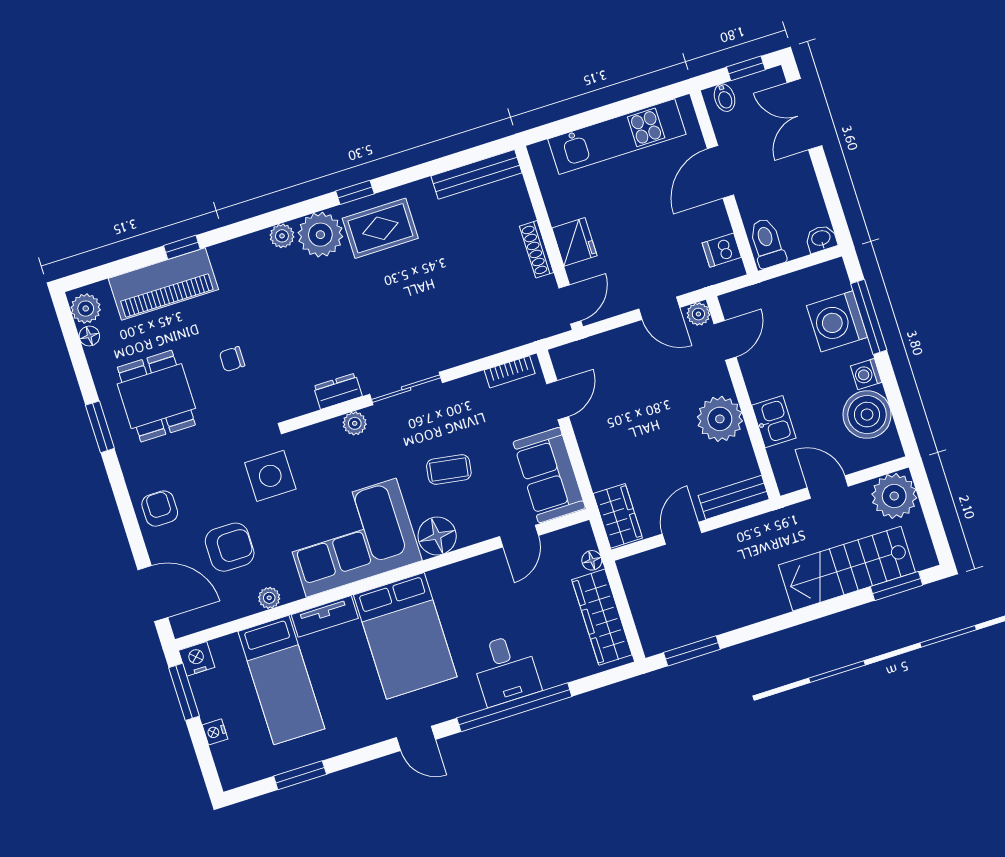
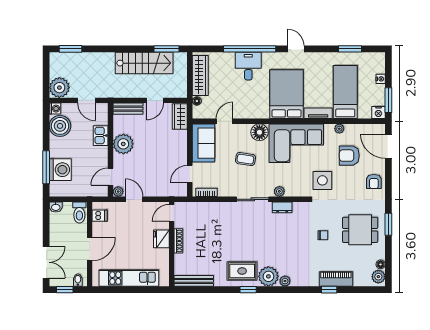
piano: (163, 284) -> (336, 279), width x0.73, depth x0.75
washing machine: (866, 374) -> (55, 109), moved
dining table: (156, 396) -> (360, 230), turned 90
stairs: (847, 569) -> (144, 63), moved

